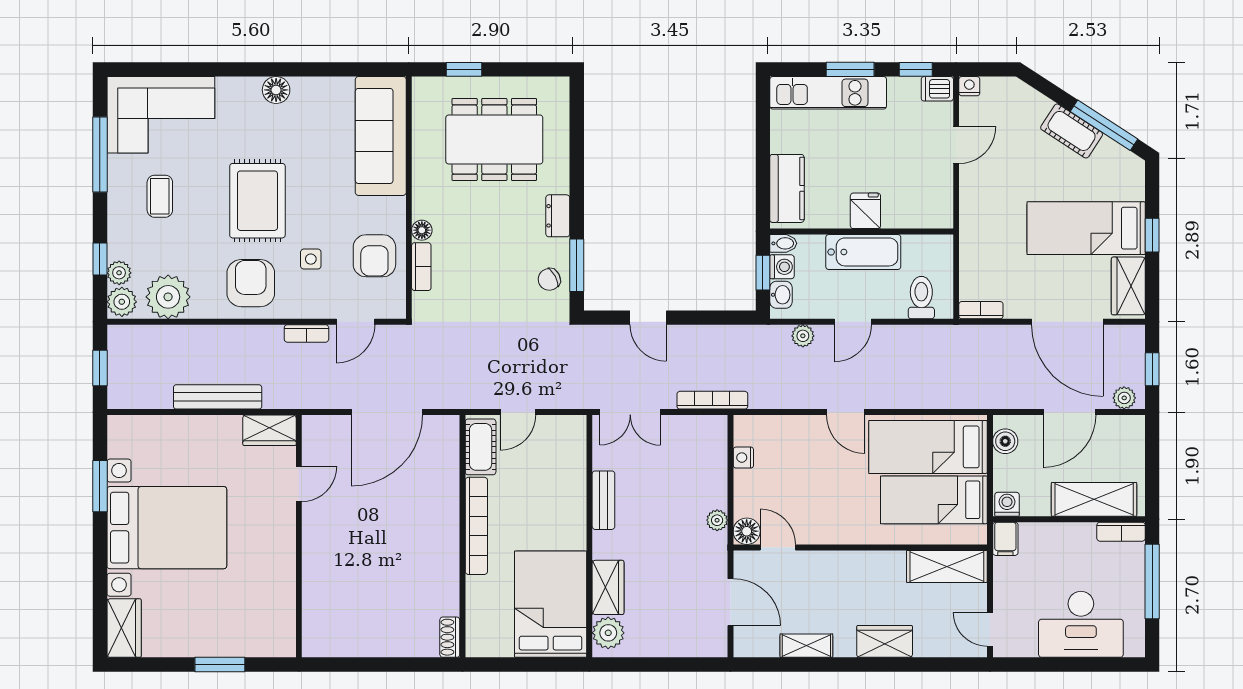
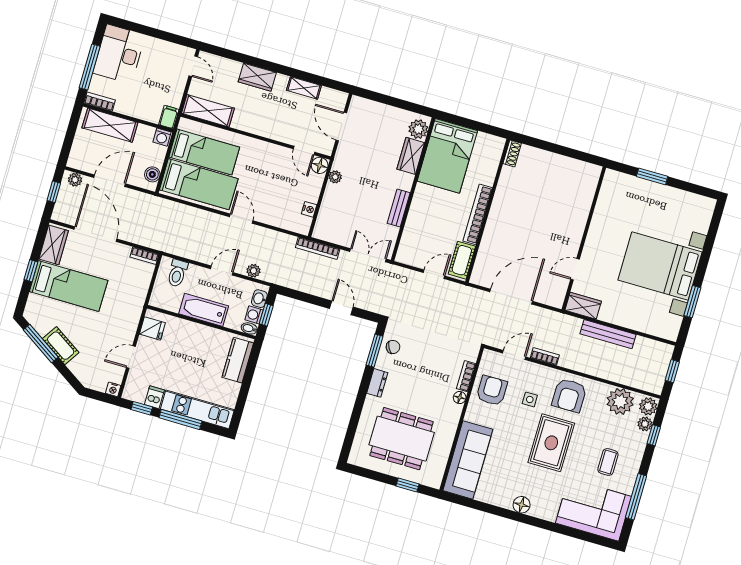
window: (850, 69) -> (180, 419), width x1.44
dishwasher: (937, 89) -> (154, 397), moved, turned -90
fridge: (865, 211) -> (152, 328), moved, turned -90
desk: (1081, 624) -> (119, 54), moved, turned -90
wardrobe: (124, 628) -> (702, 214), removed

